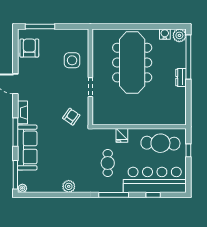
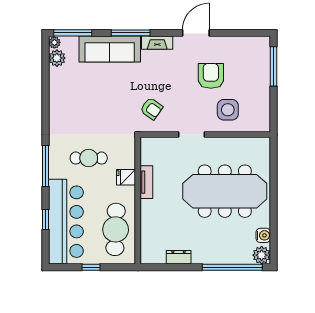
armchair: (29, 48) -> (211, 76), moved, turned -90
dresser: (181, 77) -> (179, 257), moved
tv unit: (125, 120) -> (146, 182), added
window: (188, 150) -> (91, 267), moved
plant: (69, 186) -> (57, 58), moved

